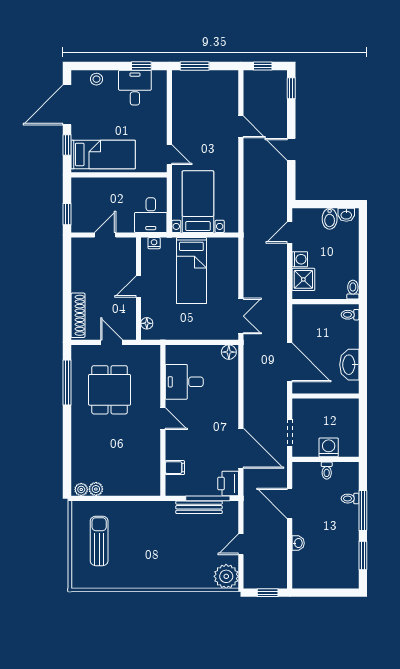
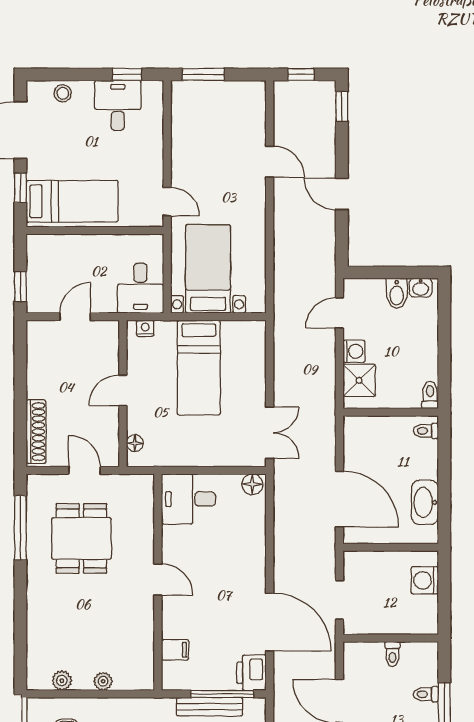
desk: (184, 382) -> (188, 499), moved
washing machine: (329, 447) -> (425, 580), moved, turned -90
plant: (81, 489) -> (103, 681), moved

